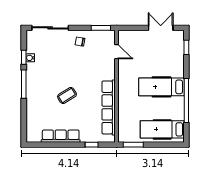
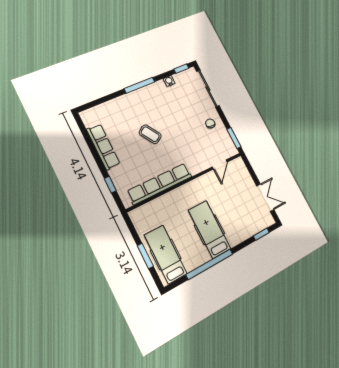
window: (24, 57) -> (181, 69), moved
window: (133, 145) -> (145, 256), moved

